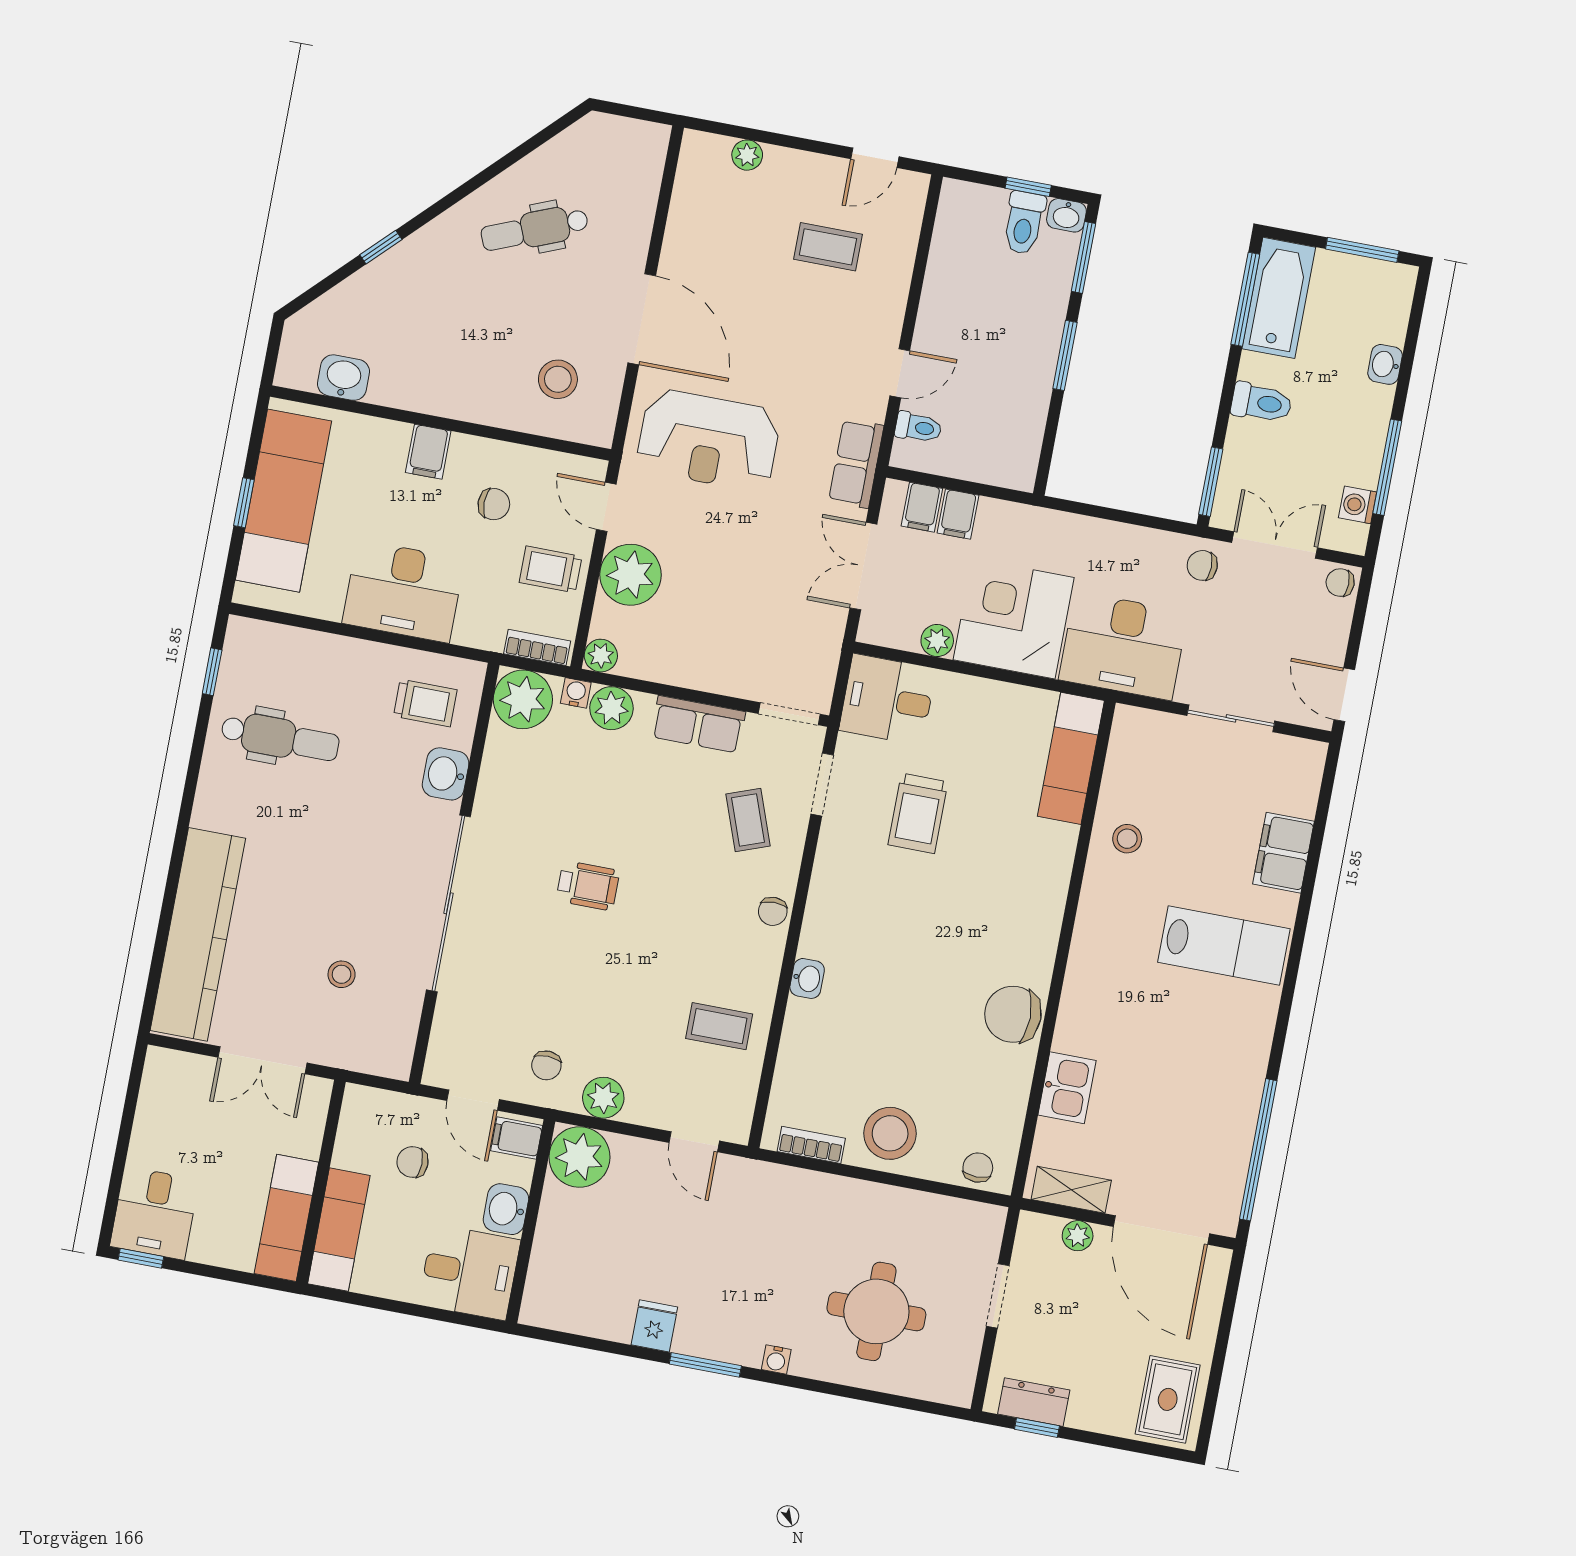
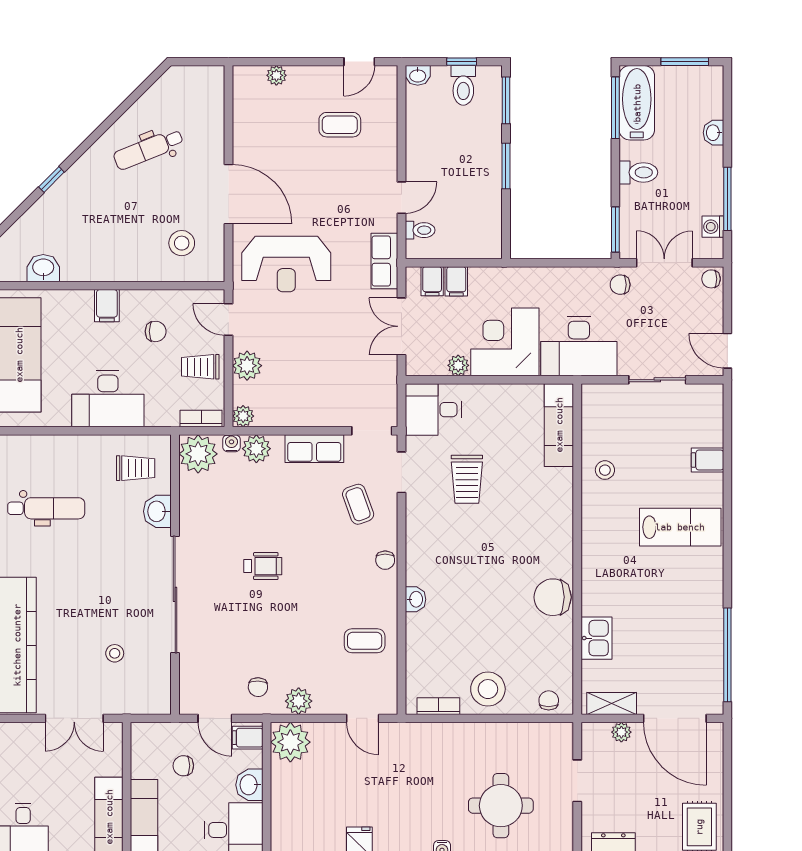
washbasin: (1066, 215) -> (418, 75), moved
plant: (631, 575) -> (247, 366), width x0.73, depth x0.73
filing cabinet: (1284, 853) -> (708, 460), width x0.50

